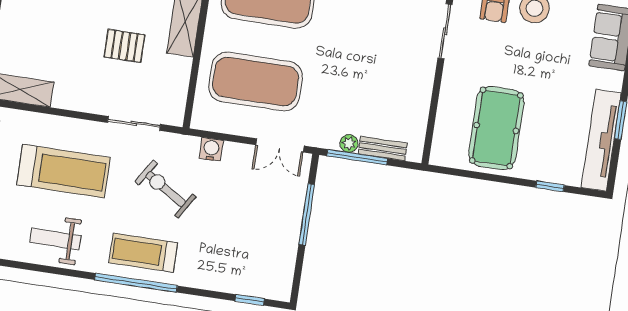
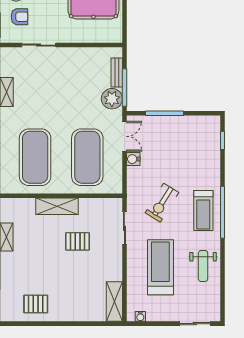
pallet: (124, 46) -> (78, 241), turned 90
plant: (349, 143) -> (112, 99), width x1.88, depth x1.88
water cooler: (211, 149) -> (133, 159), moved

